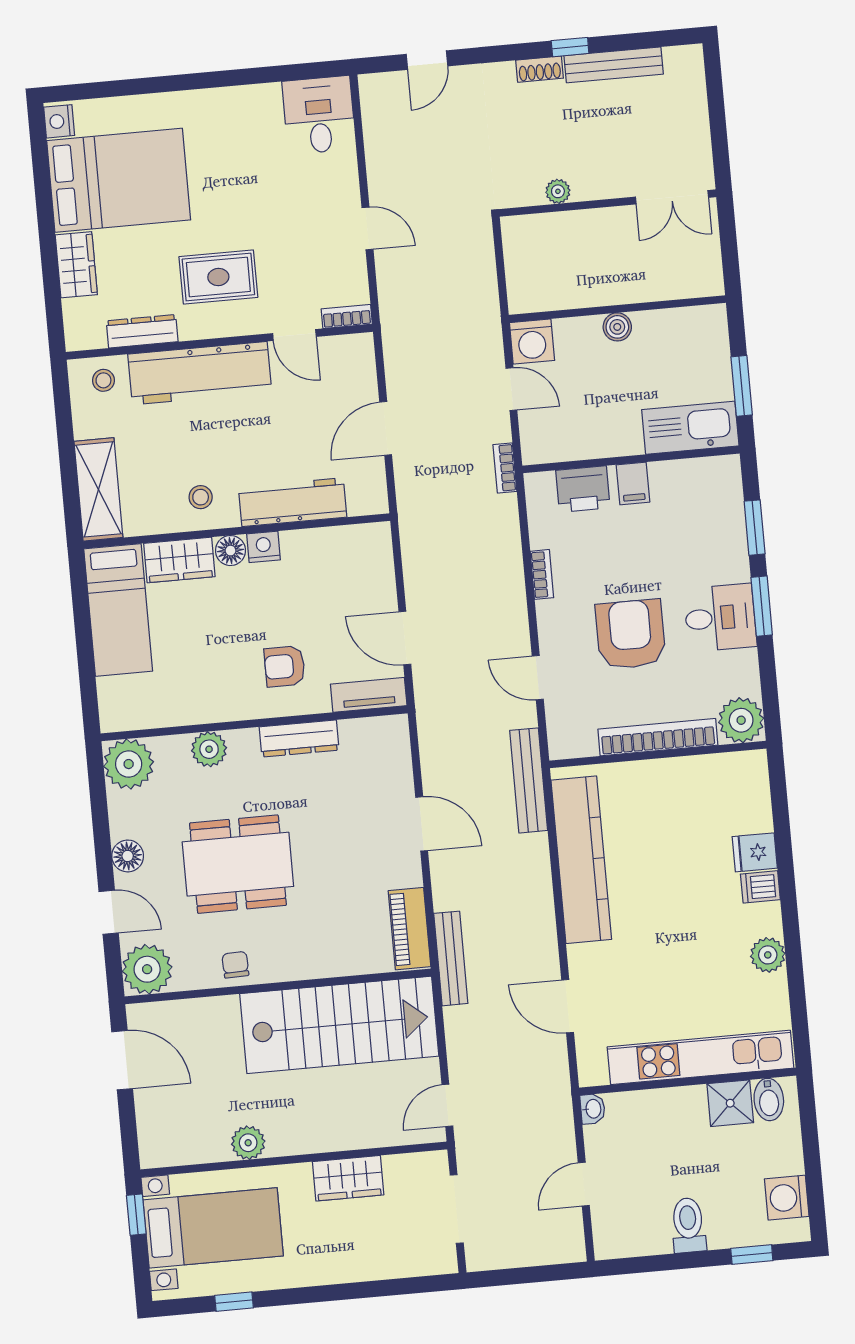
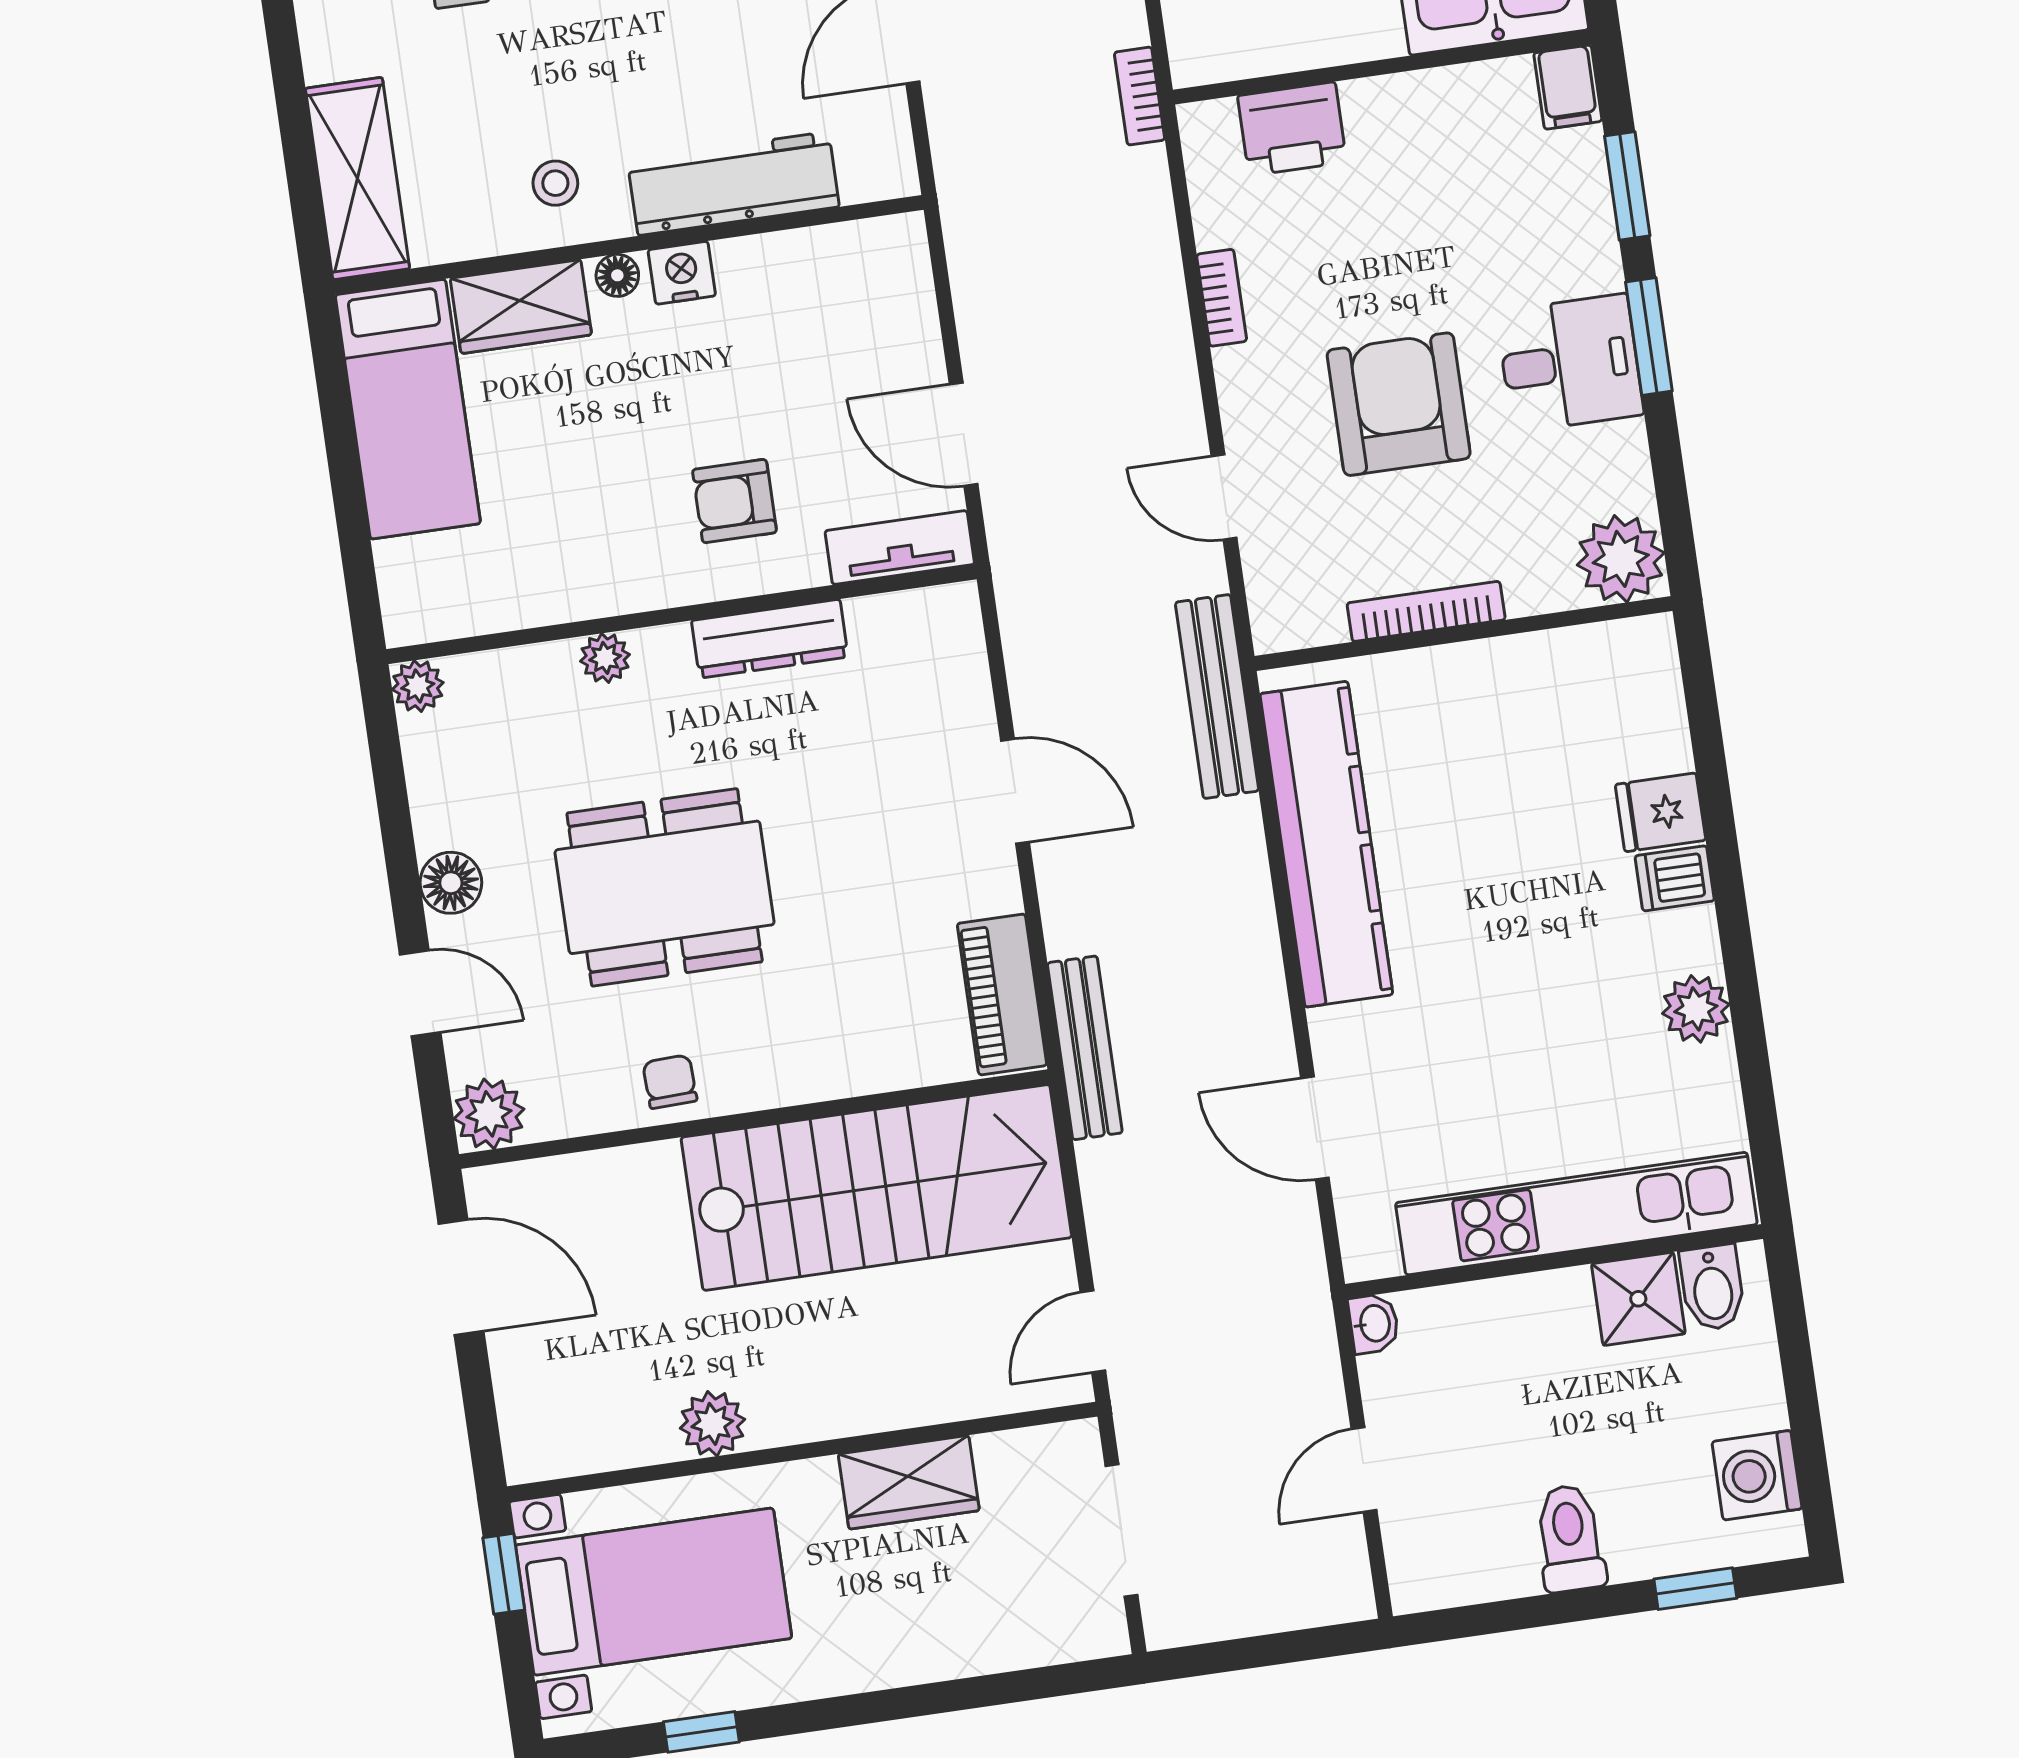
filing cabinet: (633, 483) -> (1568, 87), moved
floor lamp: (230, 551) -> (617, 275), width x0.73, depth x0.73
bookcase: (658, 737) -> (1426, 611), width x0.68, depth x0.76
plant: (209, 749) -> (605, 658), width x0.73, depth x0.73
plant: (129, 764) -> (418, 686), width x0.53, depth x0.53
plant: (147, 969) -> (489, 1114), width x0.73, depth x0.73

